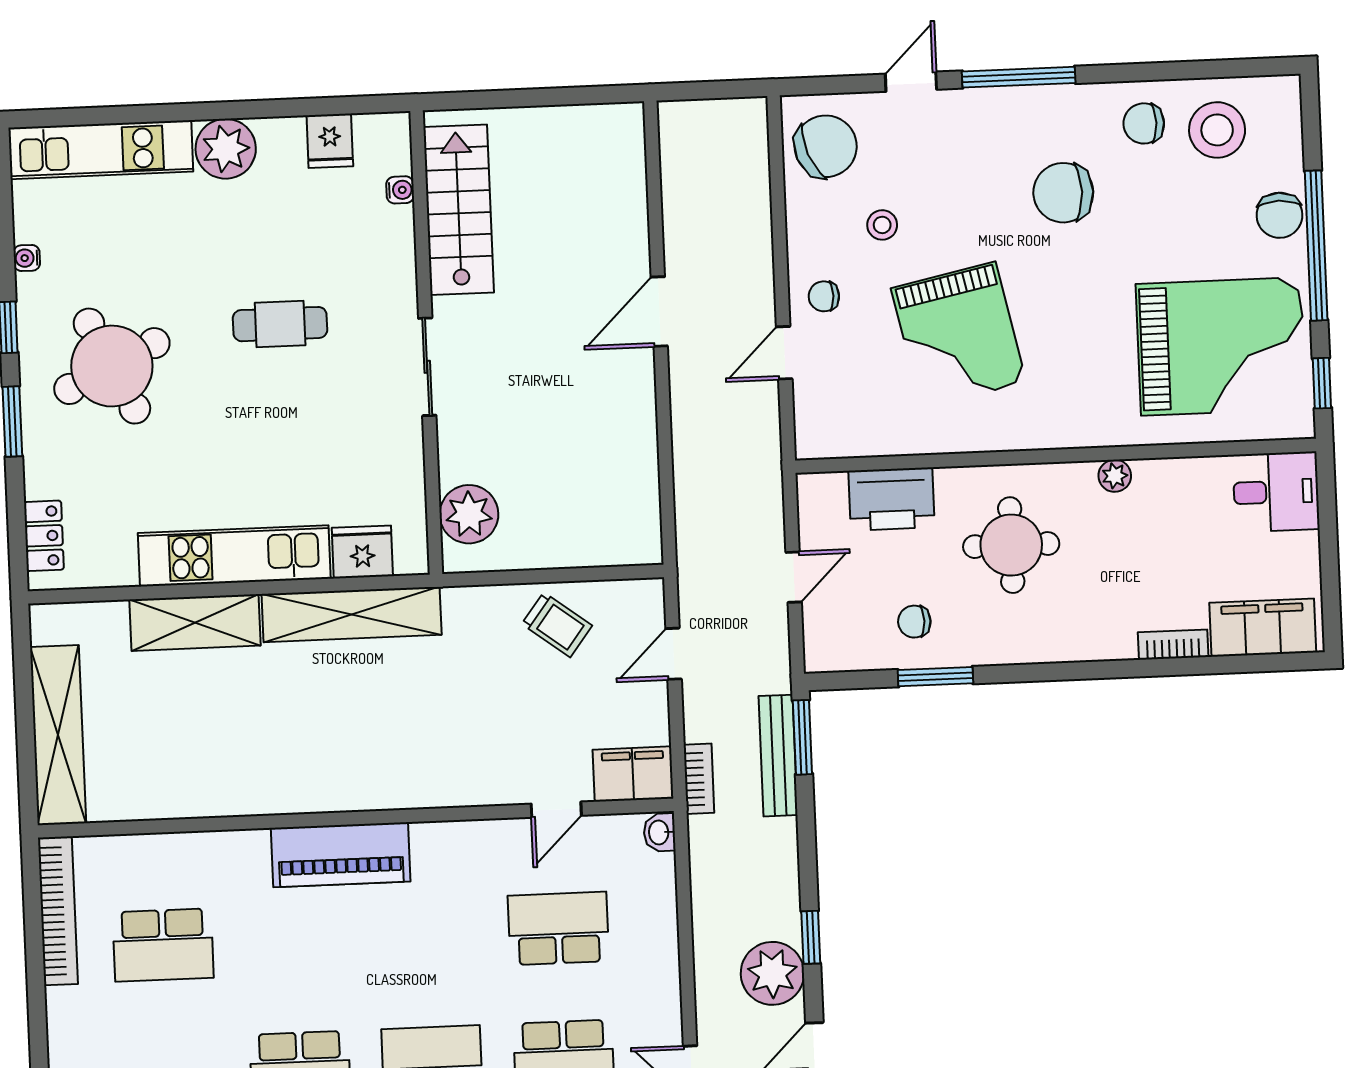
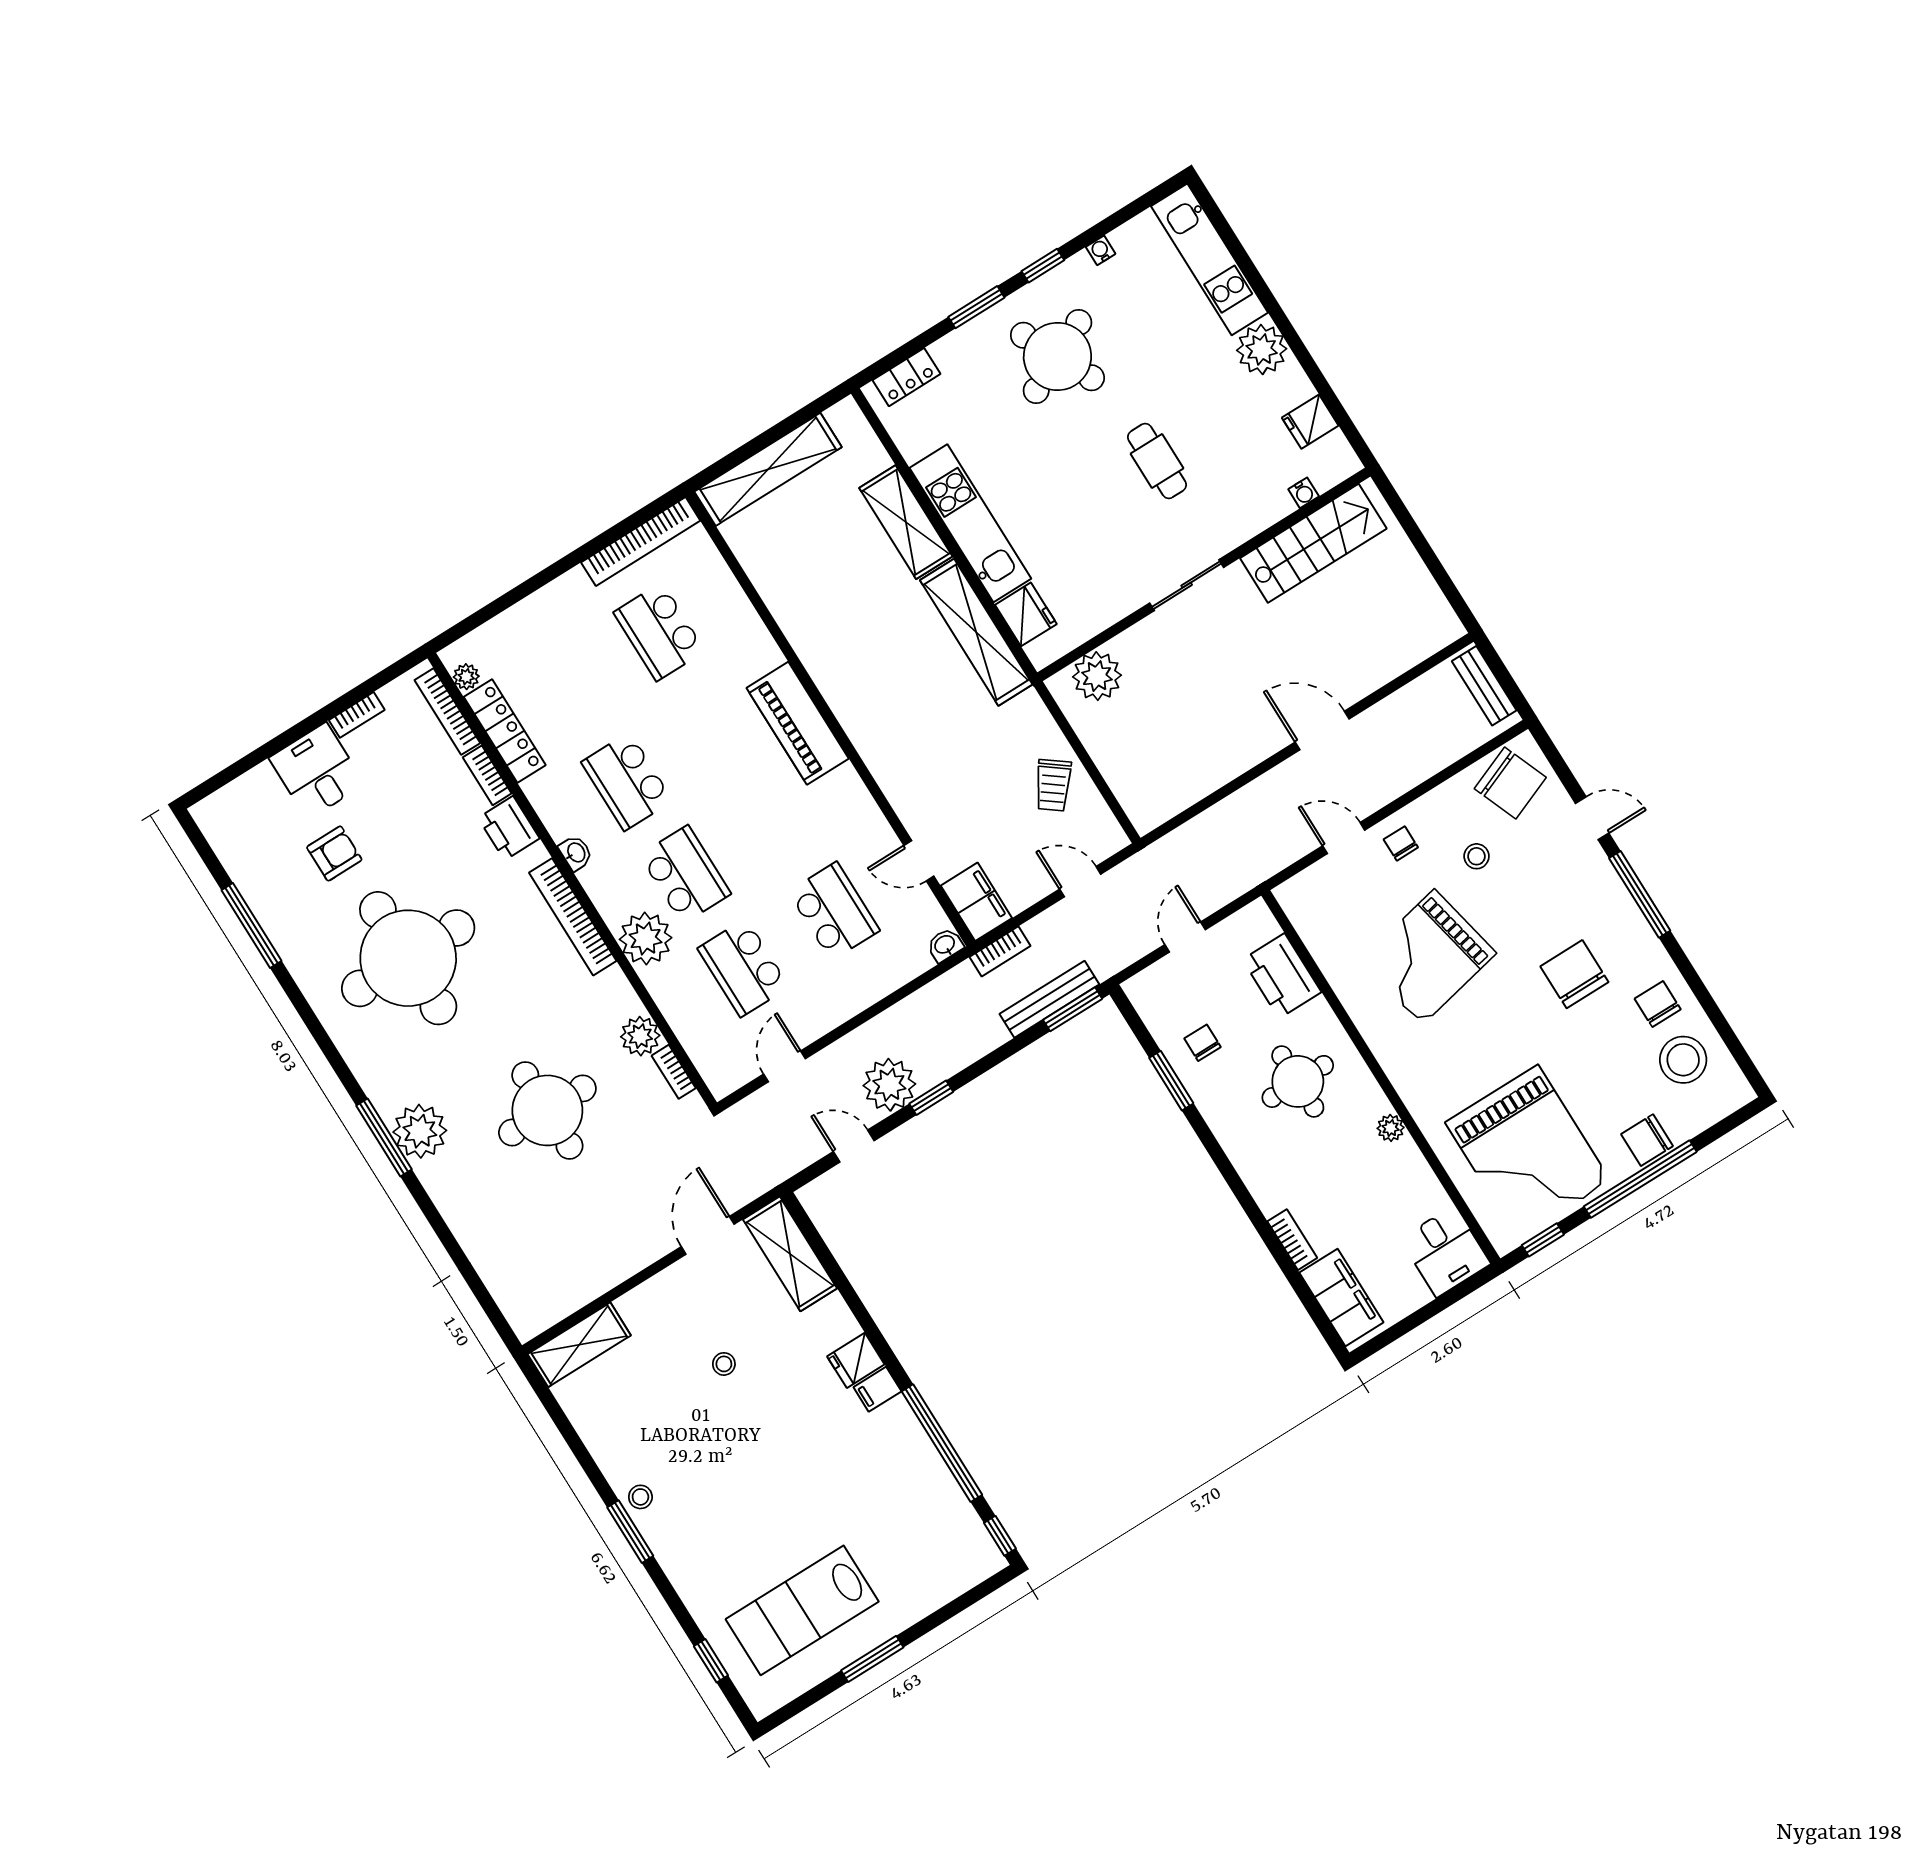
bench: (709, 116) -> (1484, 686), added
door: (794, 577) -> (1185, 937), swing flipped

